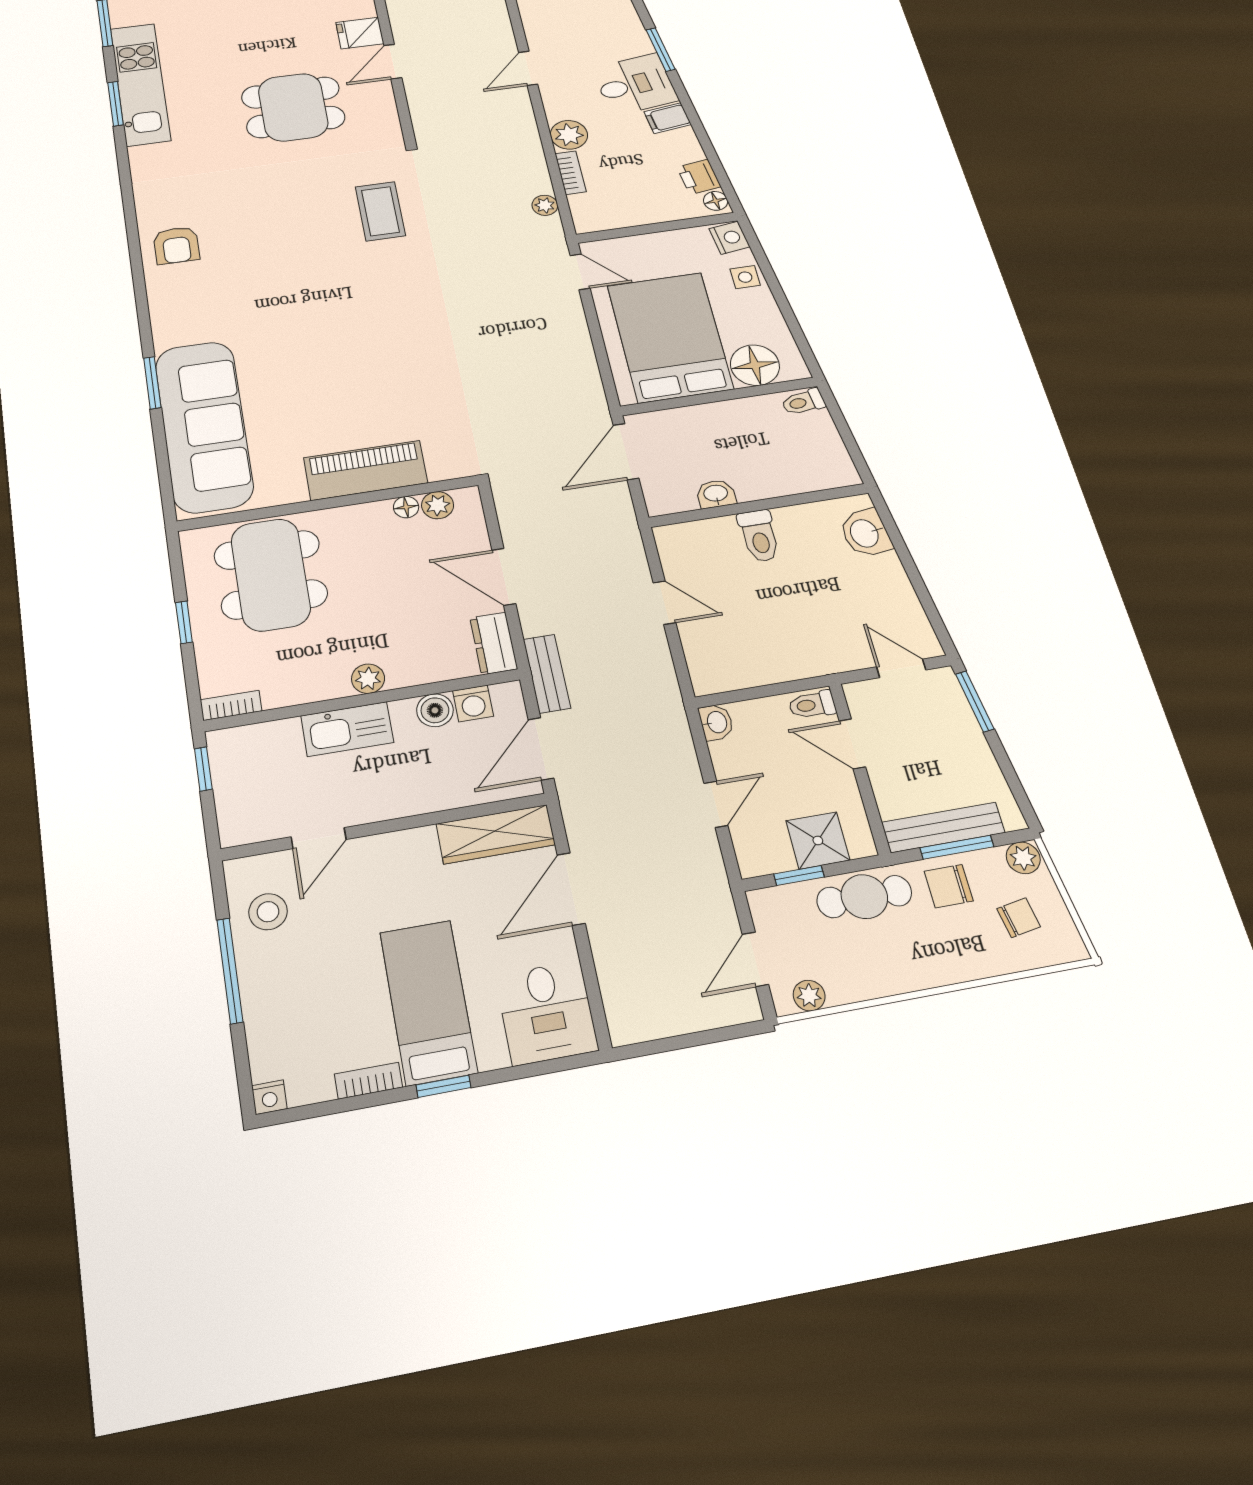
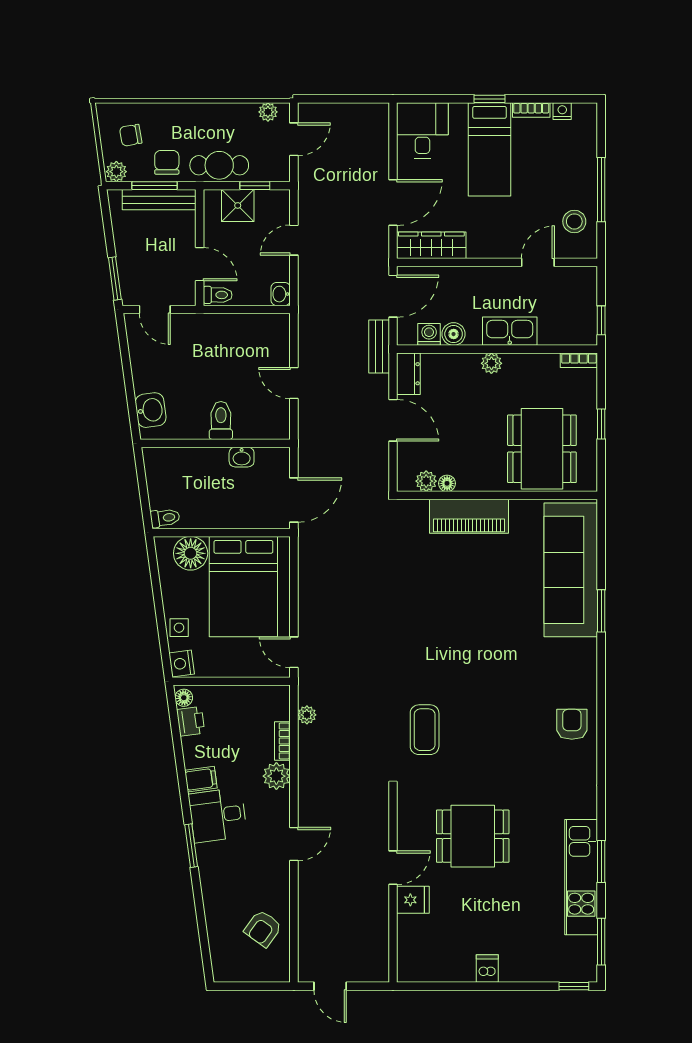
chair: (949, 886) -> (167, 162), turned -90
nightstand: (269, 1097) -> (562, 111), moved

